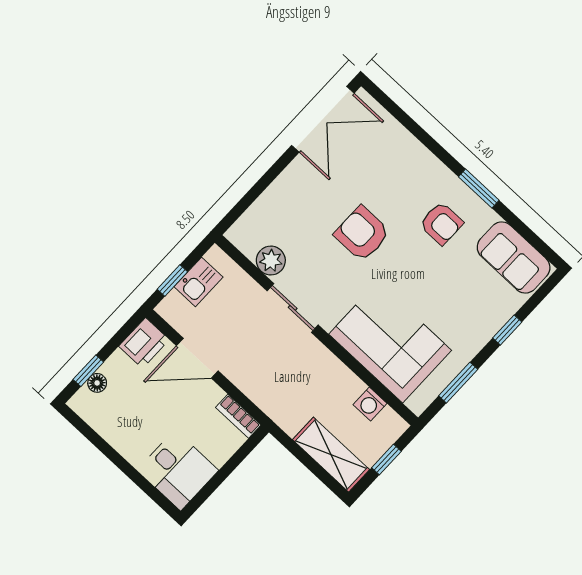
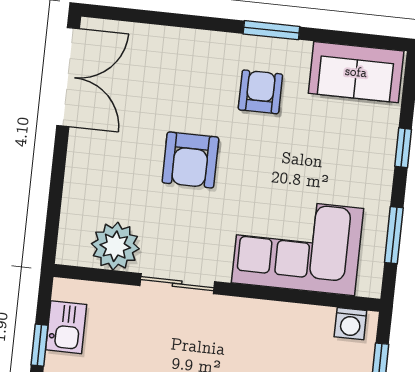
armchair: (441, 223) -> (260, 92), turned -90
armchair: (362, 234) -> (190, 160), turned -90
plant: (271, 261) -> (115, 246), width x1.36, depth x1.36
washing machine: (370, 404) -> (350, 324), moved

